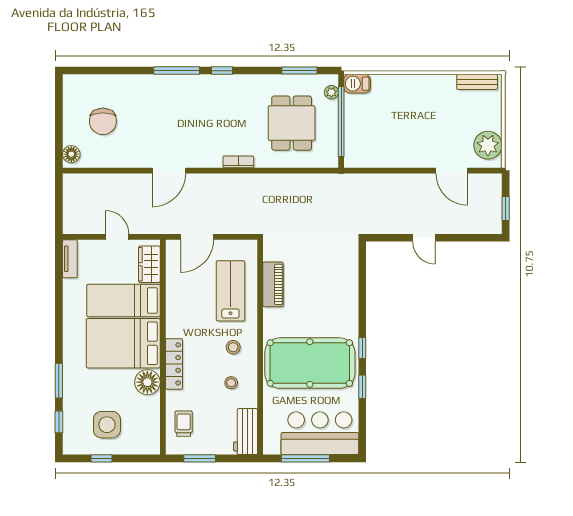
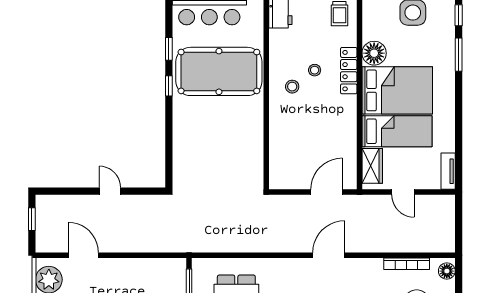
bookcase: (238, 162) -> (407, 264), moved, width x1.56
door: (169, 171) -> (329, 255), moved
piano: (273, 284) -> (254, 147), removed
lab bench: (230, 291) -> (295, 140), removed
stool: (231, 383) -> (315, 70), moved

